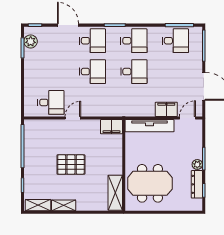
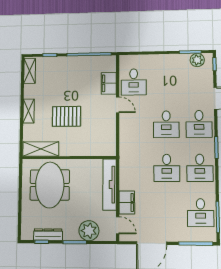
filing cabinet: (111, 127) -> (109, 83), moved
pallet: (71, 165) -> (67, 116), moved, turned 90
plant: (197, 165) -> (89, 231), moved, width x1.88, depth x1.88
shelving: (64, 205) -> (29, 111), moved

